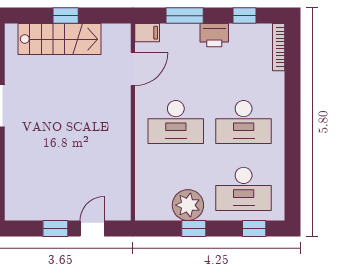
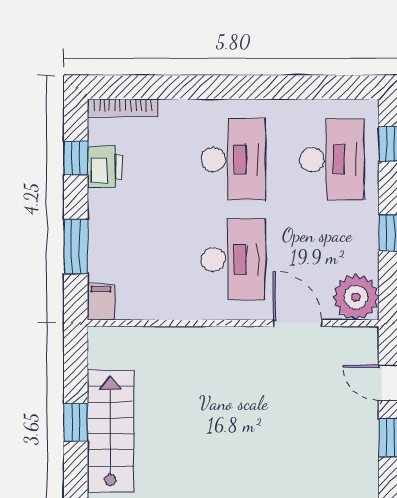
printer: (214, 35) -> (105, 167), moved
door: (133, 69) -> (298, 323), moved
plant: (188, 205) -> (356, 297), moved

